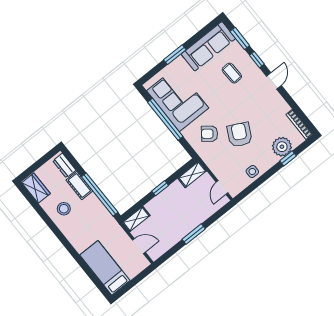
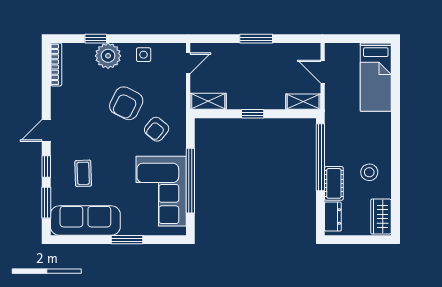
armchair: (209, 134) -> (157, 129), turned 92
plant: (282, 147) -> (108, 56), moved

